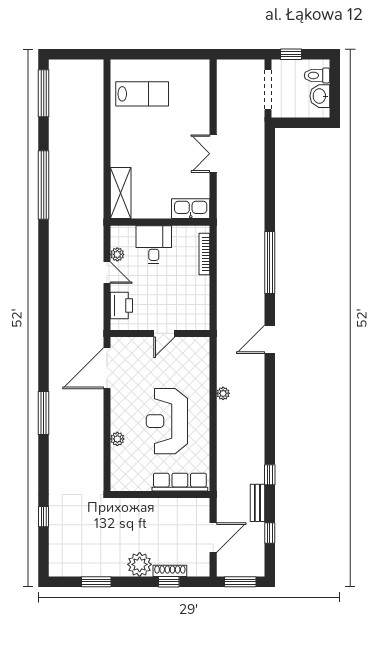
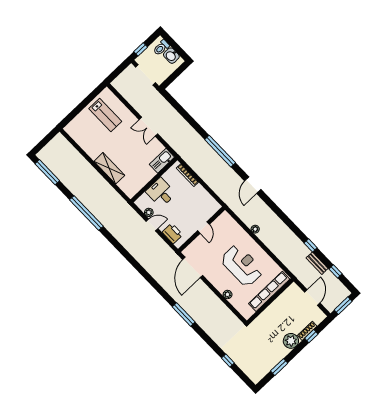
lab bench: (142, 94) -> (105, 115), moved, turned 90
shelving: (121, 193) -> (109, 168), moved
reception desk: (167, 421) -> (242, 265), turned 180
row of seats: (180, 482) -> (269, 291), width x1.36

